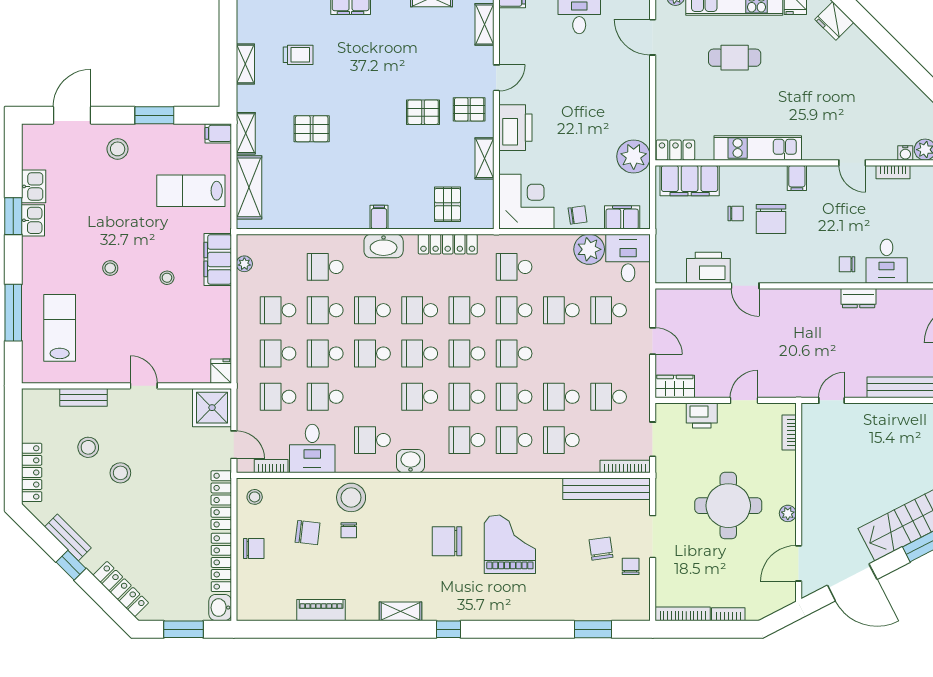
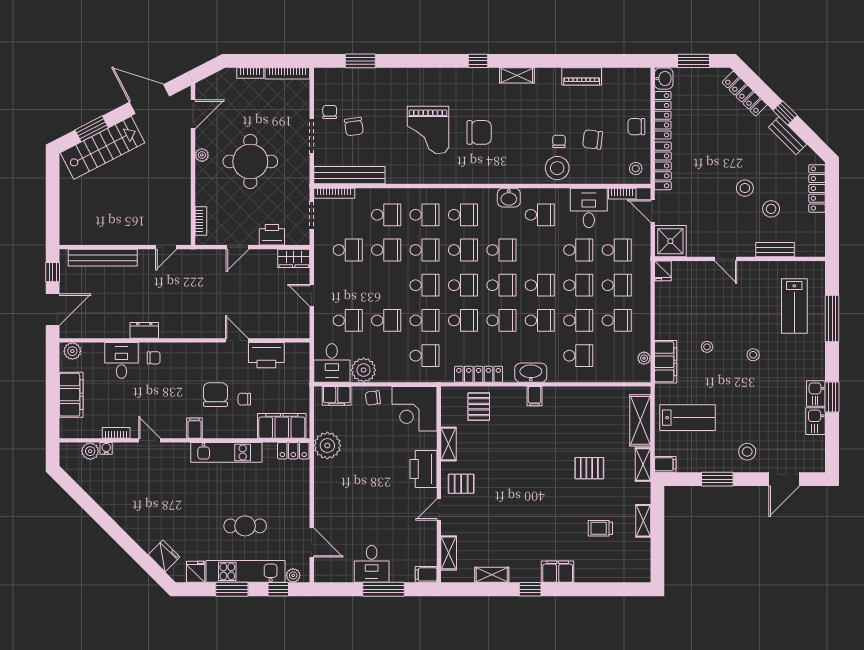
pallet: (423, 112) -> (499, 482), removed
chair: (631, 566) -> (330, 112), turned 180

